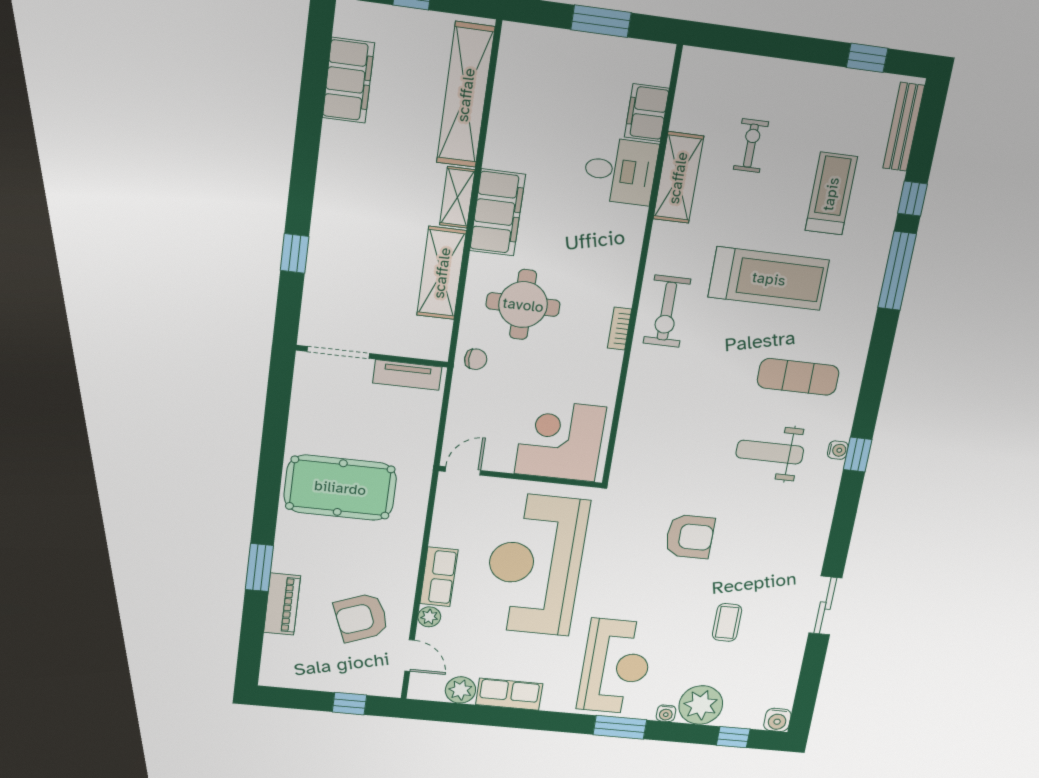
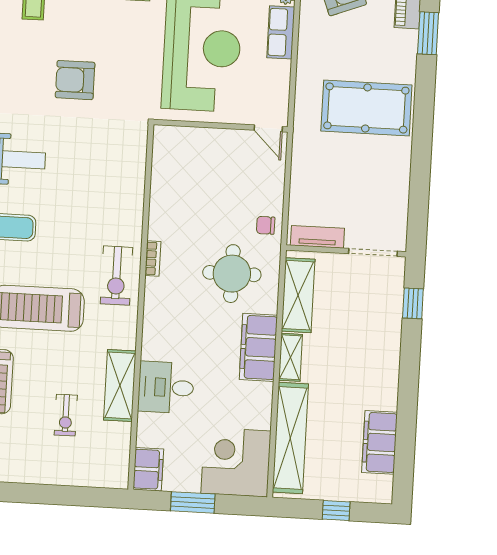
filing cabinet: (647, 113) -> (148, 469), moved
exercise bike: (667, 311) -> (116, 276), turned 180
doorway: (338, 352) -> (373, 252), moved
wall: (372, 356) -> (346, 251), moved
tv unit: (407, 375) -> (317, 237), moved
corner desk: (560, 440) -> (236, 462), moved, turned 180
door: (463, 471) -> (268, 128), hinge flipped

